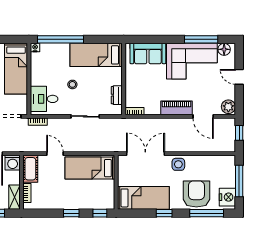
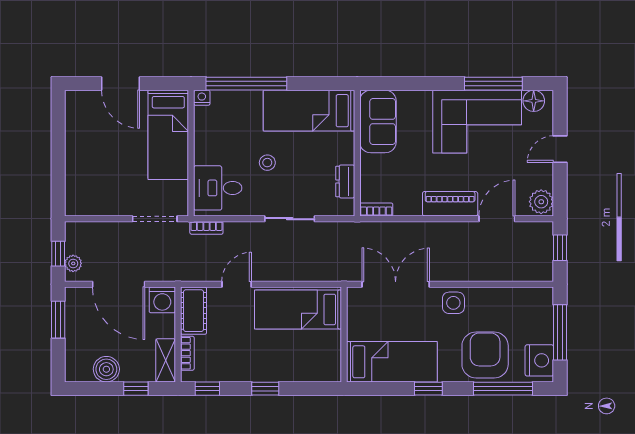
sofa: (148, 54) -> (378, 122), moved, turned -90
door: (239, 77) -> (560, 149), hinge flipped
door: (203, 116) -> (497, 219), swing flipped
door: (55, 154) -> (237, 284), hinge flipped
window: (100, 213) -> (207, 389), moved

